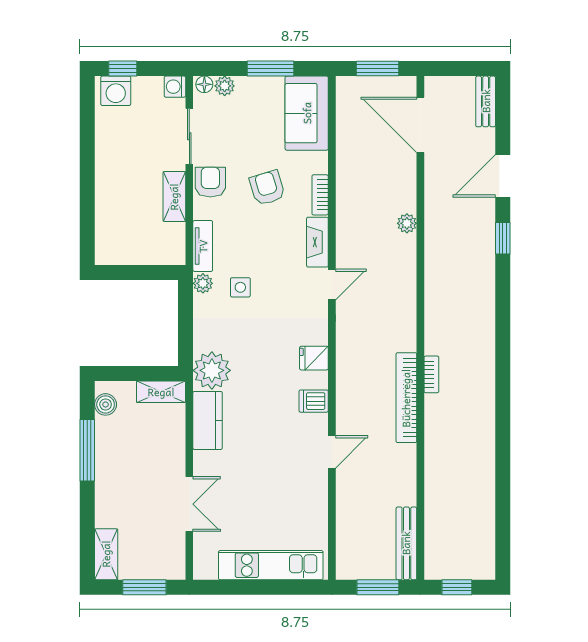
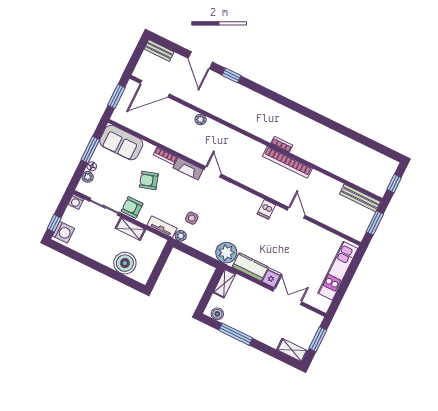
floor lamp: (204, 84) -> (92, 166), moved
boiler: (115, 215) -> (125, 263), added
fridge: (314, 358) -> (272, 278), moved, turned 180

